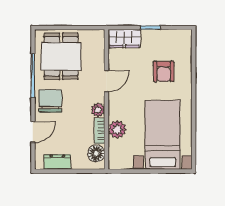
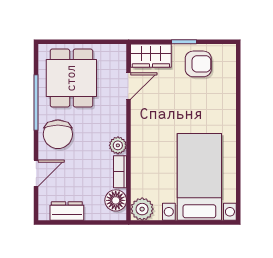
armchair: (164, 71) -> (198, 64), moved, turned -90
door: (106, 81) -> (129, 86), moved
chair: (50, 101) -> (58, 134), turned 180
plant: (117, 129) -> (142, 209), moved

